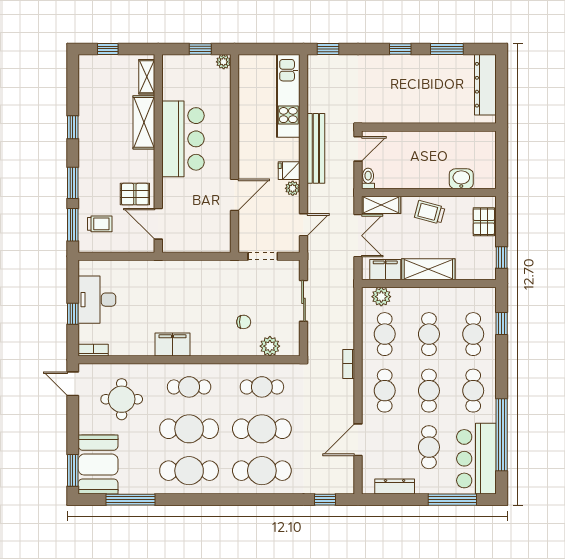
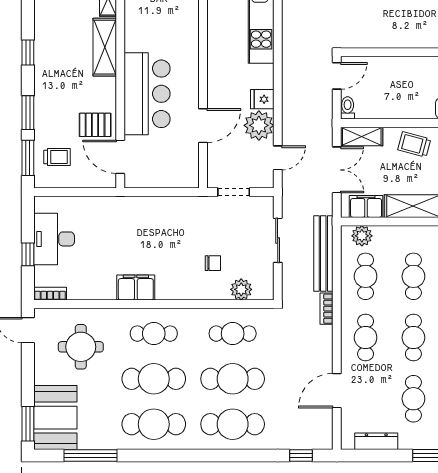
bar counter: (183, 139) -> (147, 94), moved
bench: (316, 148) -> (323, 253), moved
plant: (293, 188) -> (259, 125), width x1.88, depth x1.88

